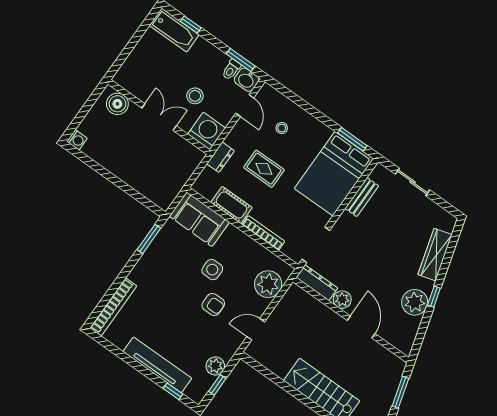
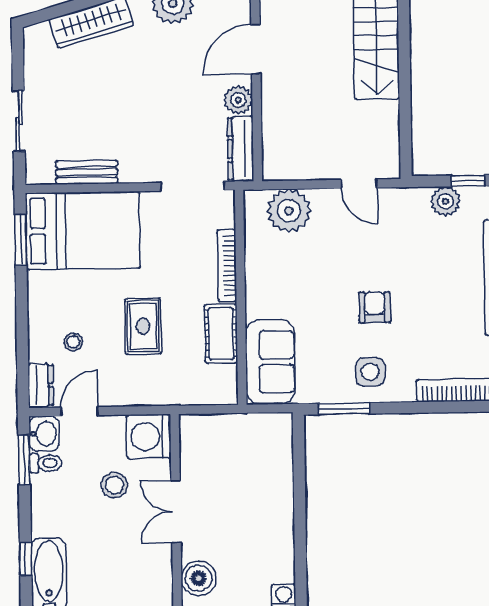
dresser: (220, 157) -> (41, 385), moved, turned 90
side table: (212, 270) -> (370, 372), moved
armchair: (213, 304) -> (375, 307), moved

